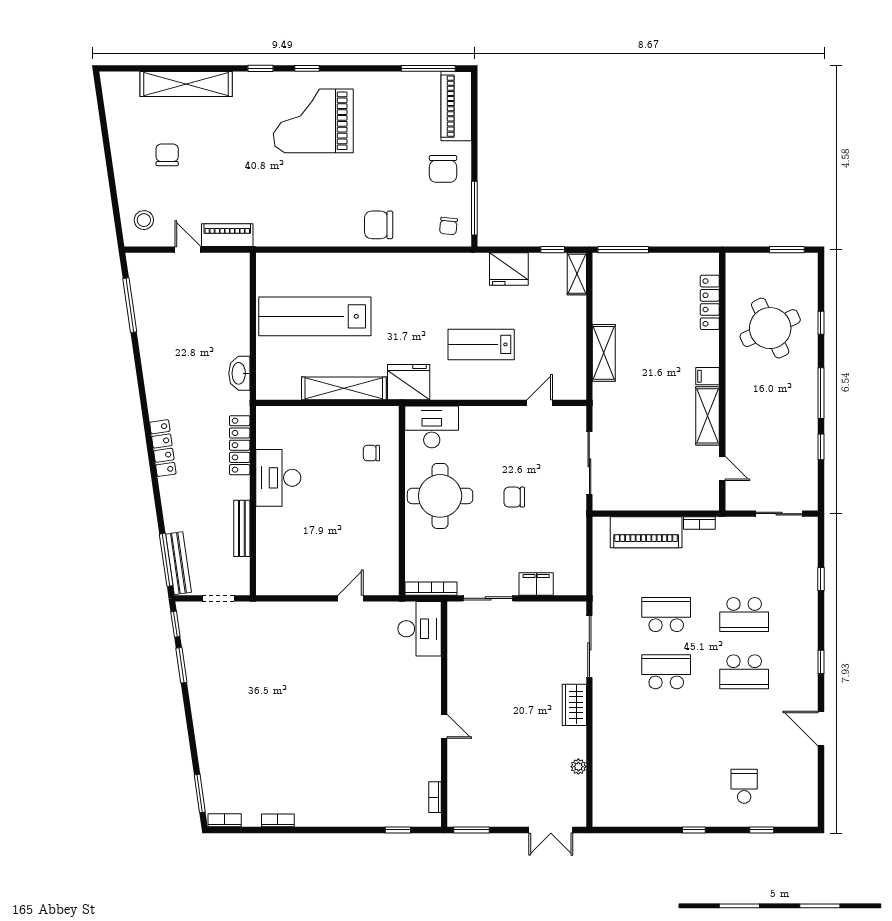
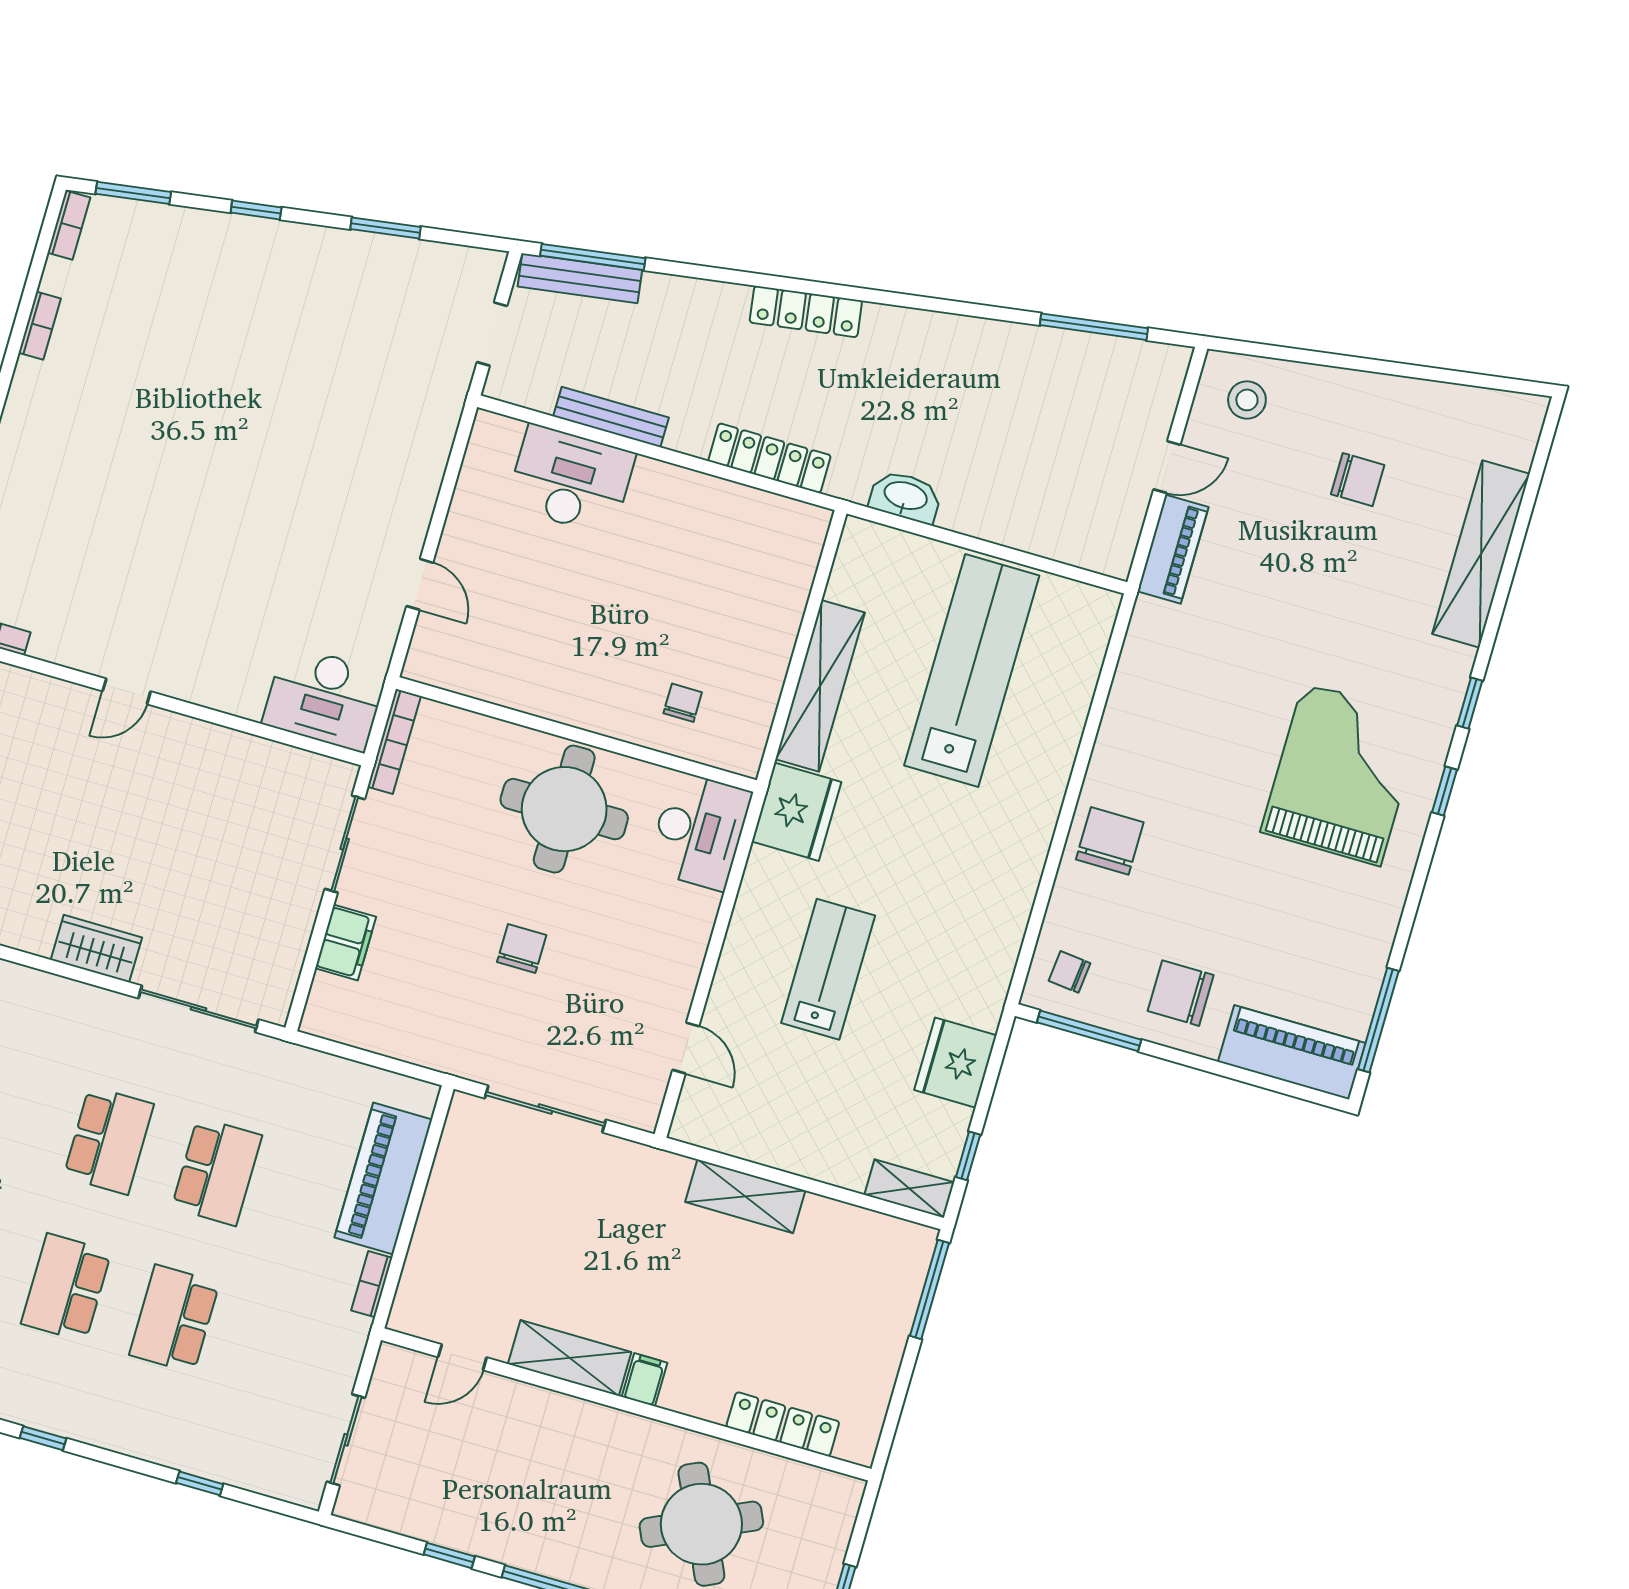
desk: (278, 478) -> (571, 480), moved
window: (175, 624) -> (256, 210), moved

